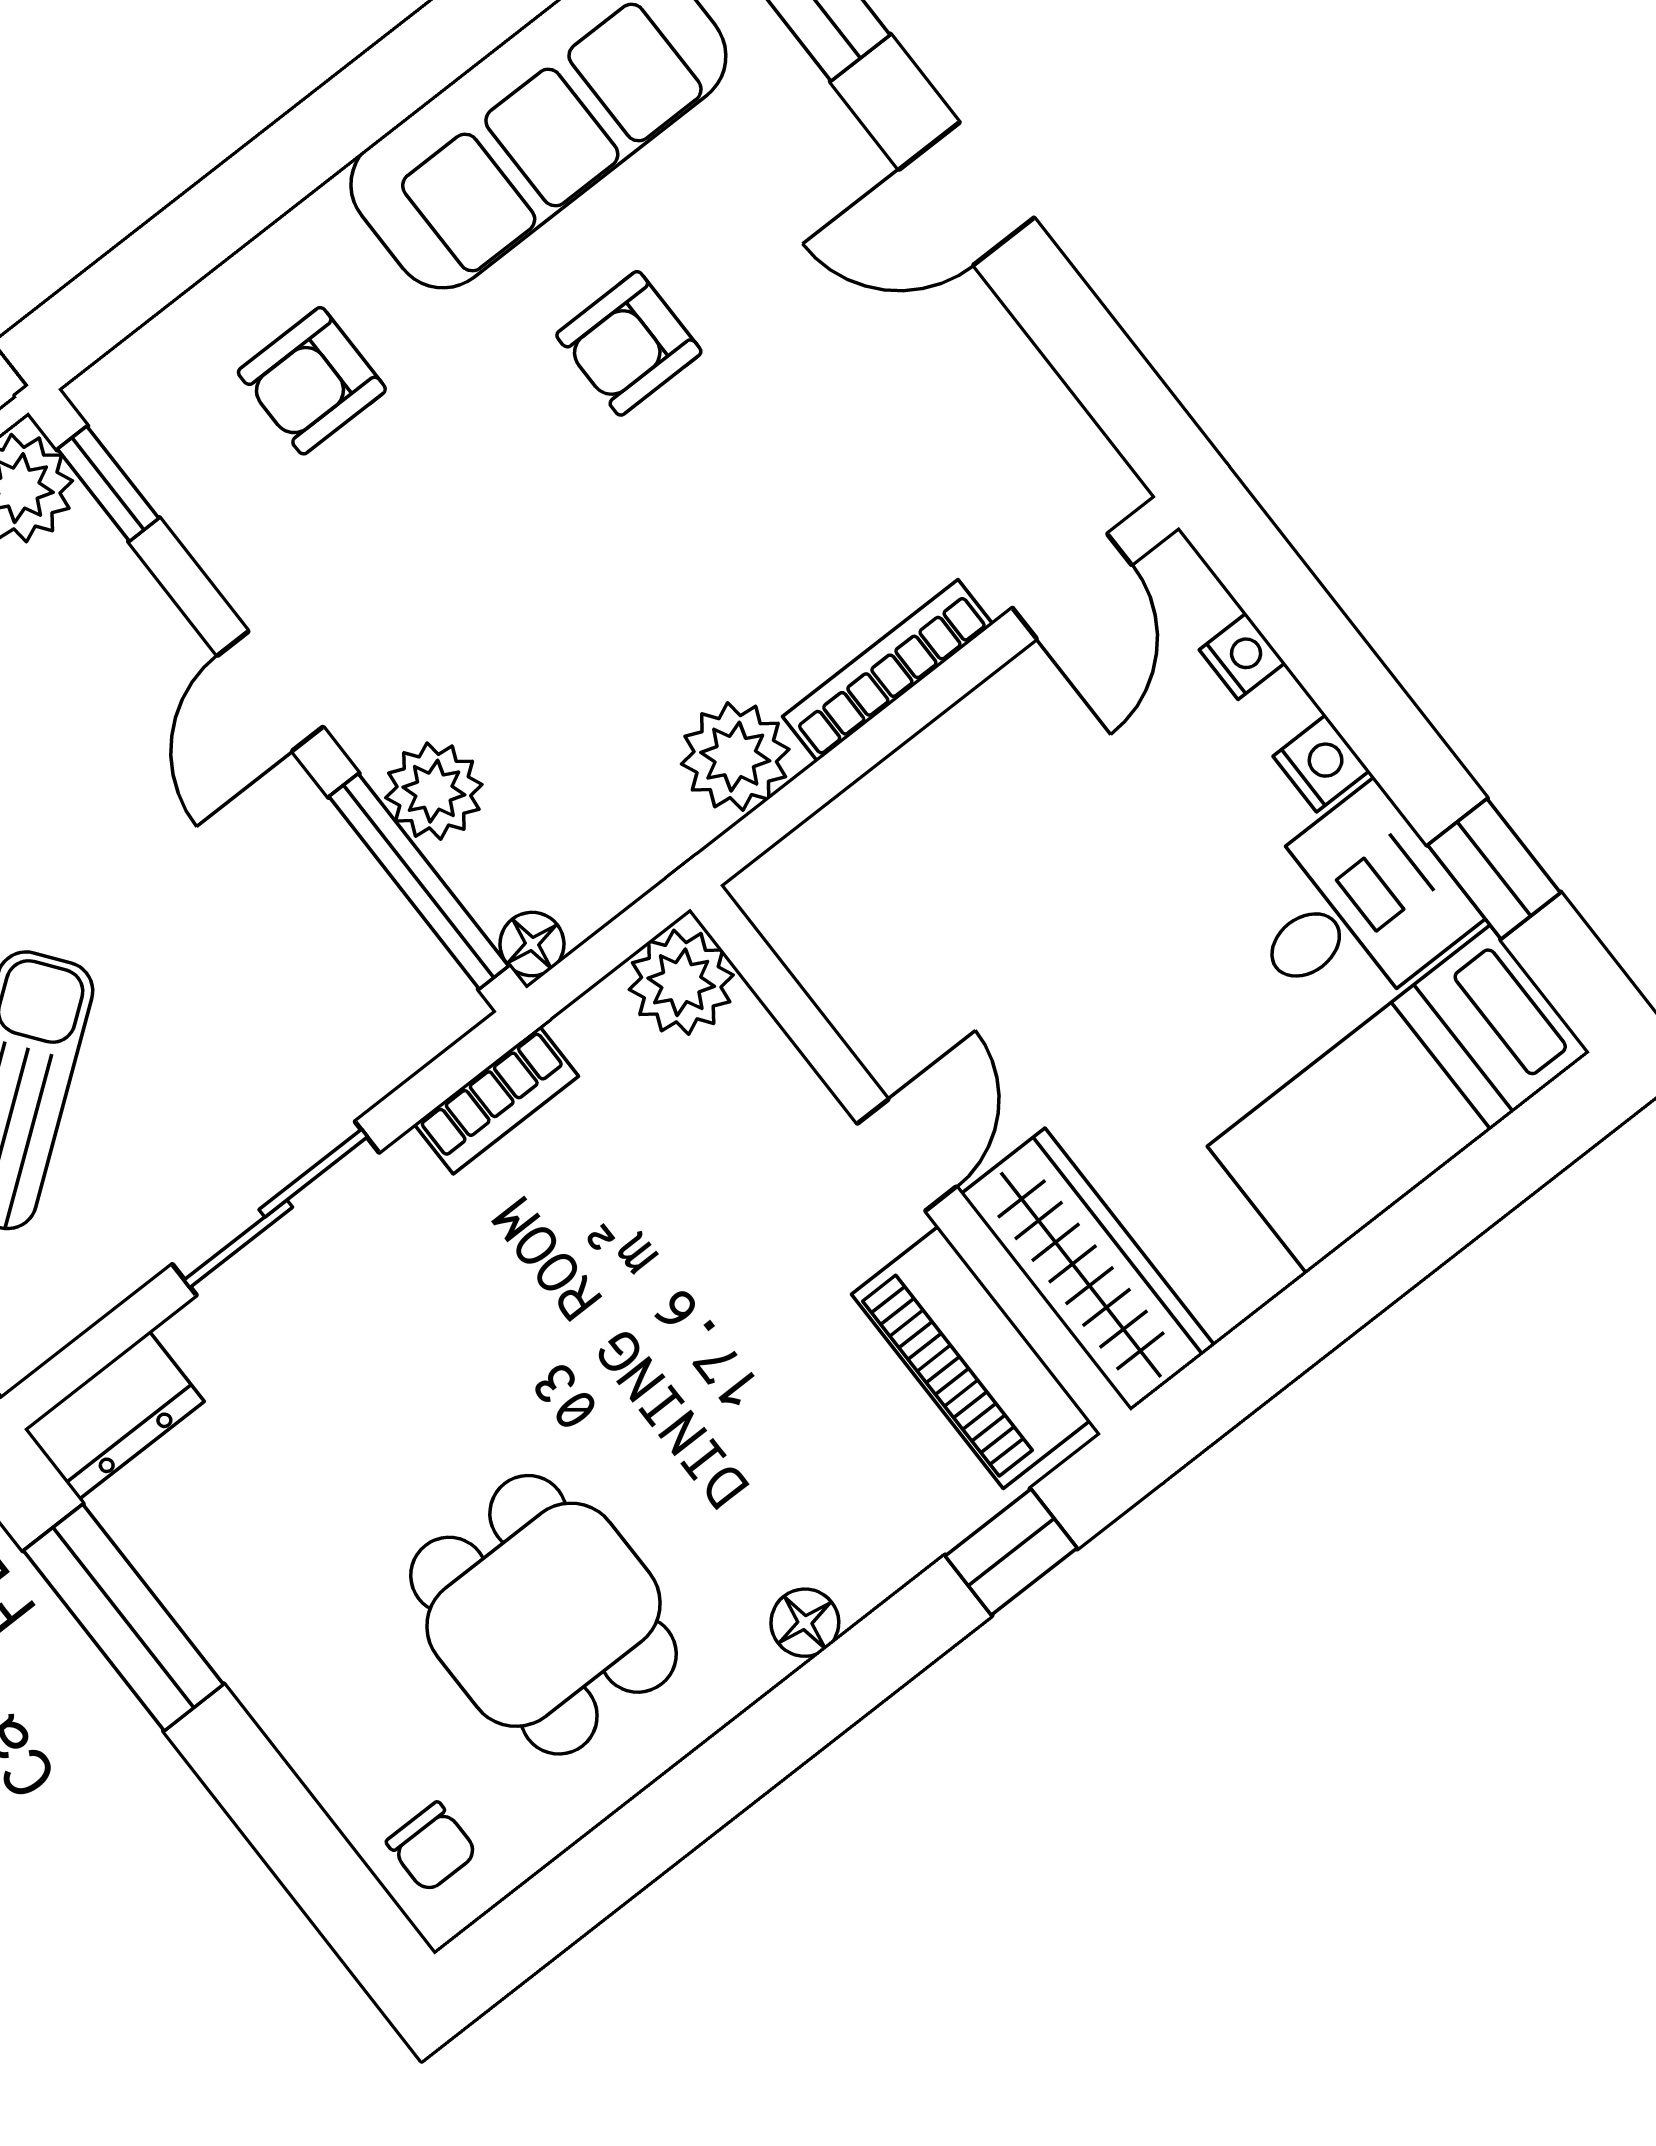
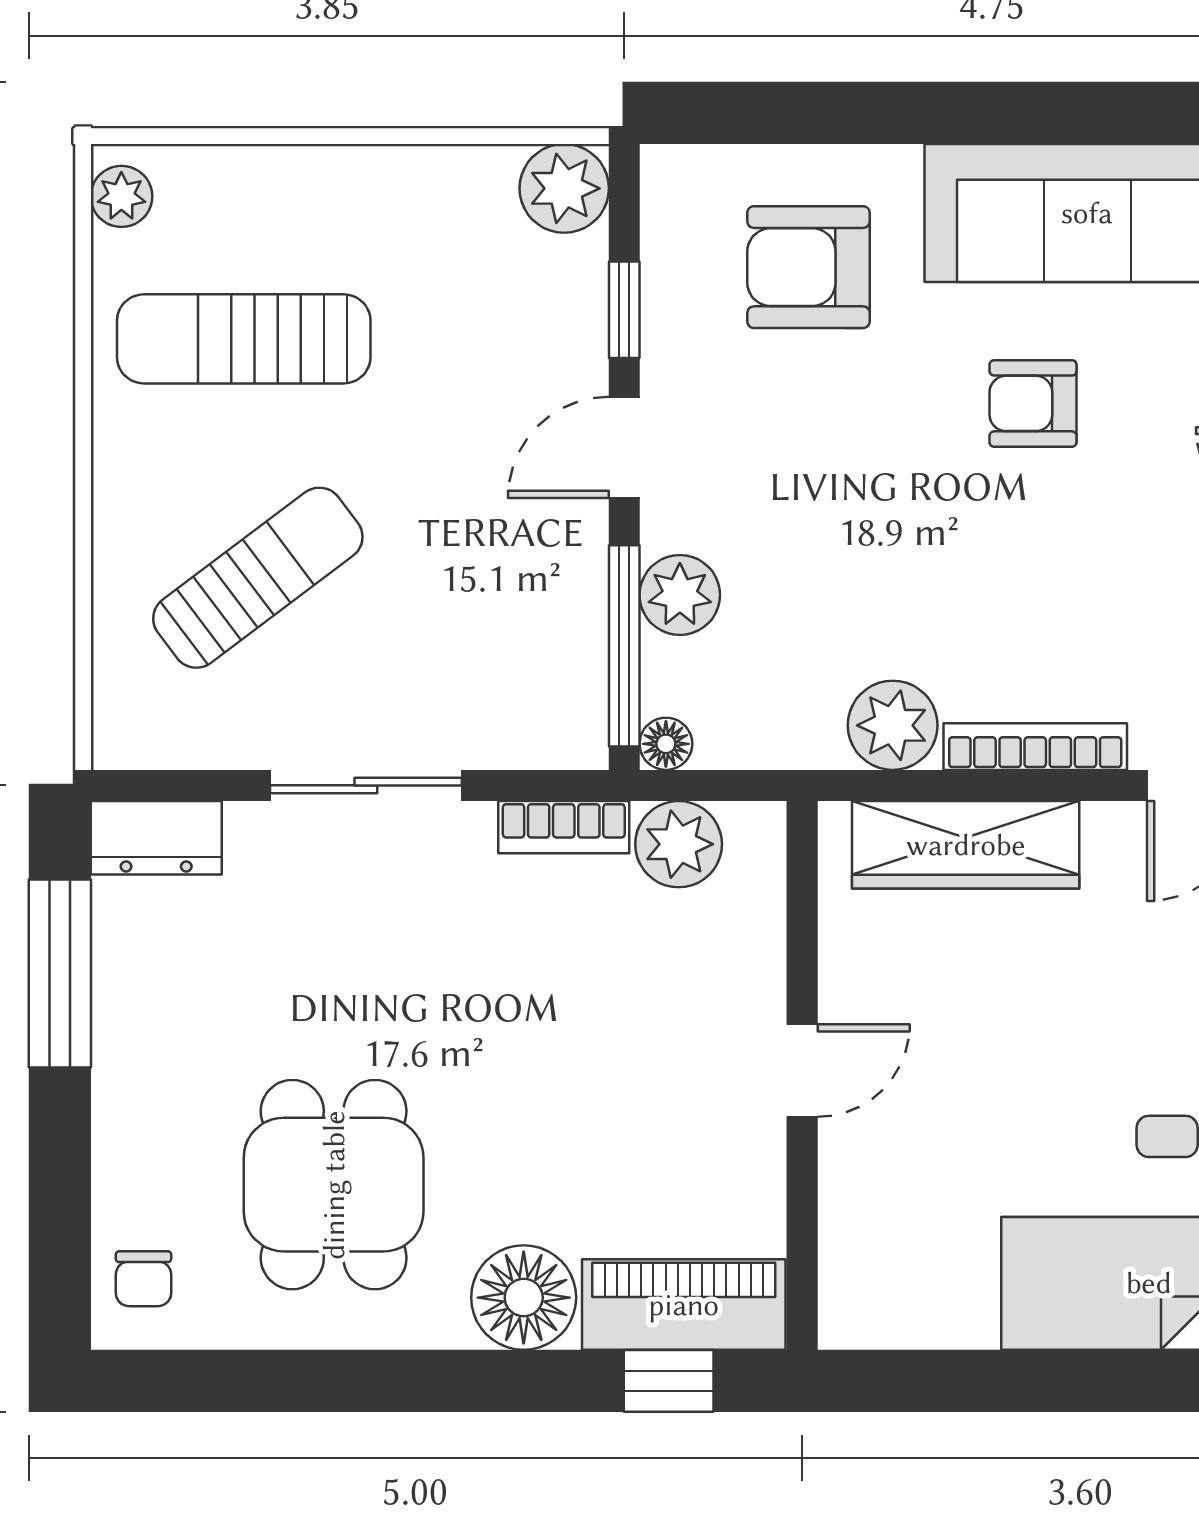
armchair: (312, 381) -> (809, 267), width x1.38, depth x1.38
window: (108, 484) -> (624, 310), moved
plant: (681, 982) -> (679, 844), moved
wardrobe: (1088, 1269) -> (966, 845), moved, turned 90
piano: (971, 1357) -> (684, 1305), moved, turned 90
floor lamp: (805, 1623) -> (524, 1298), width x1.89, depth x1.89

